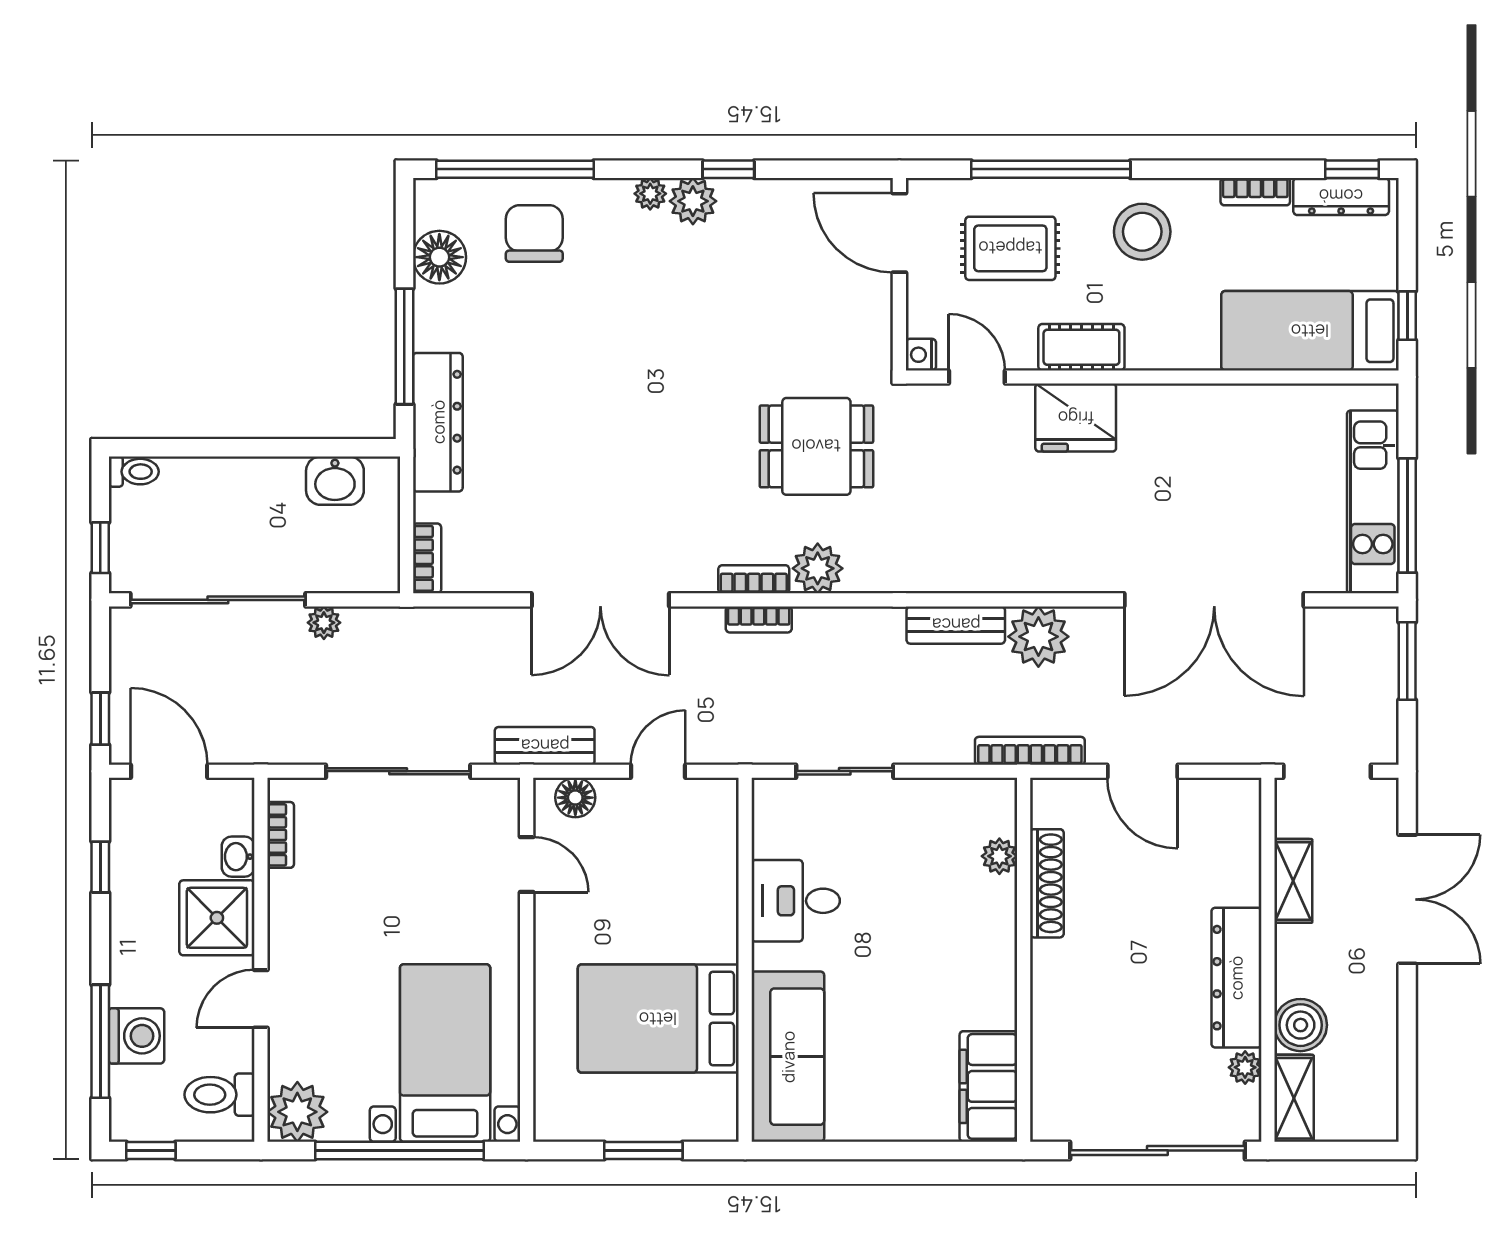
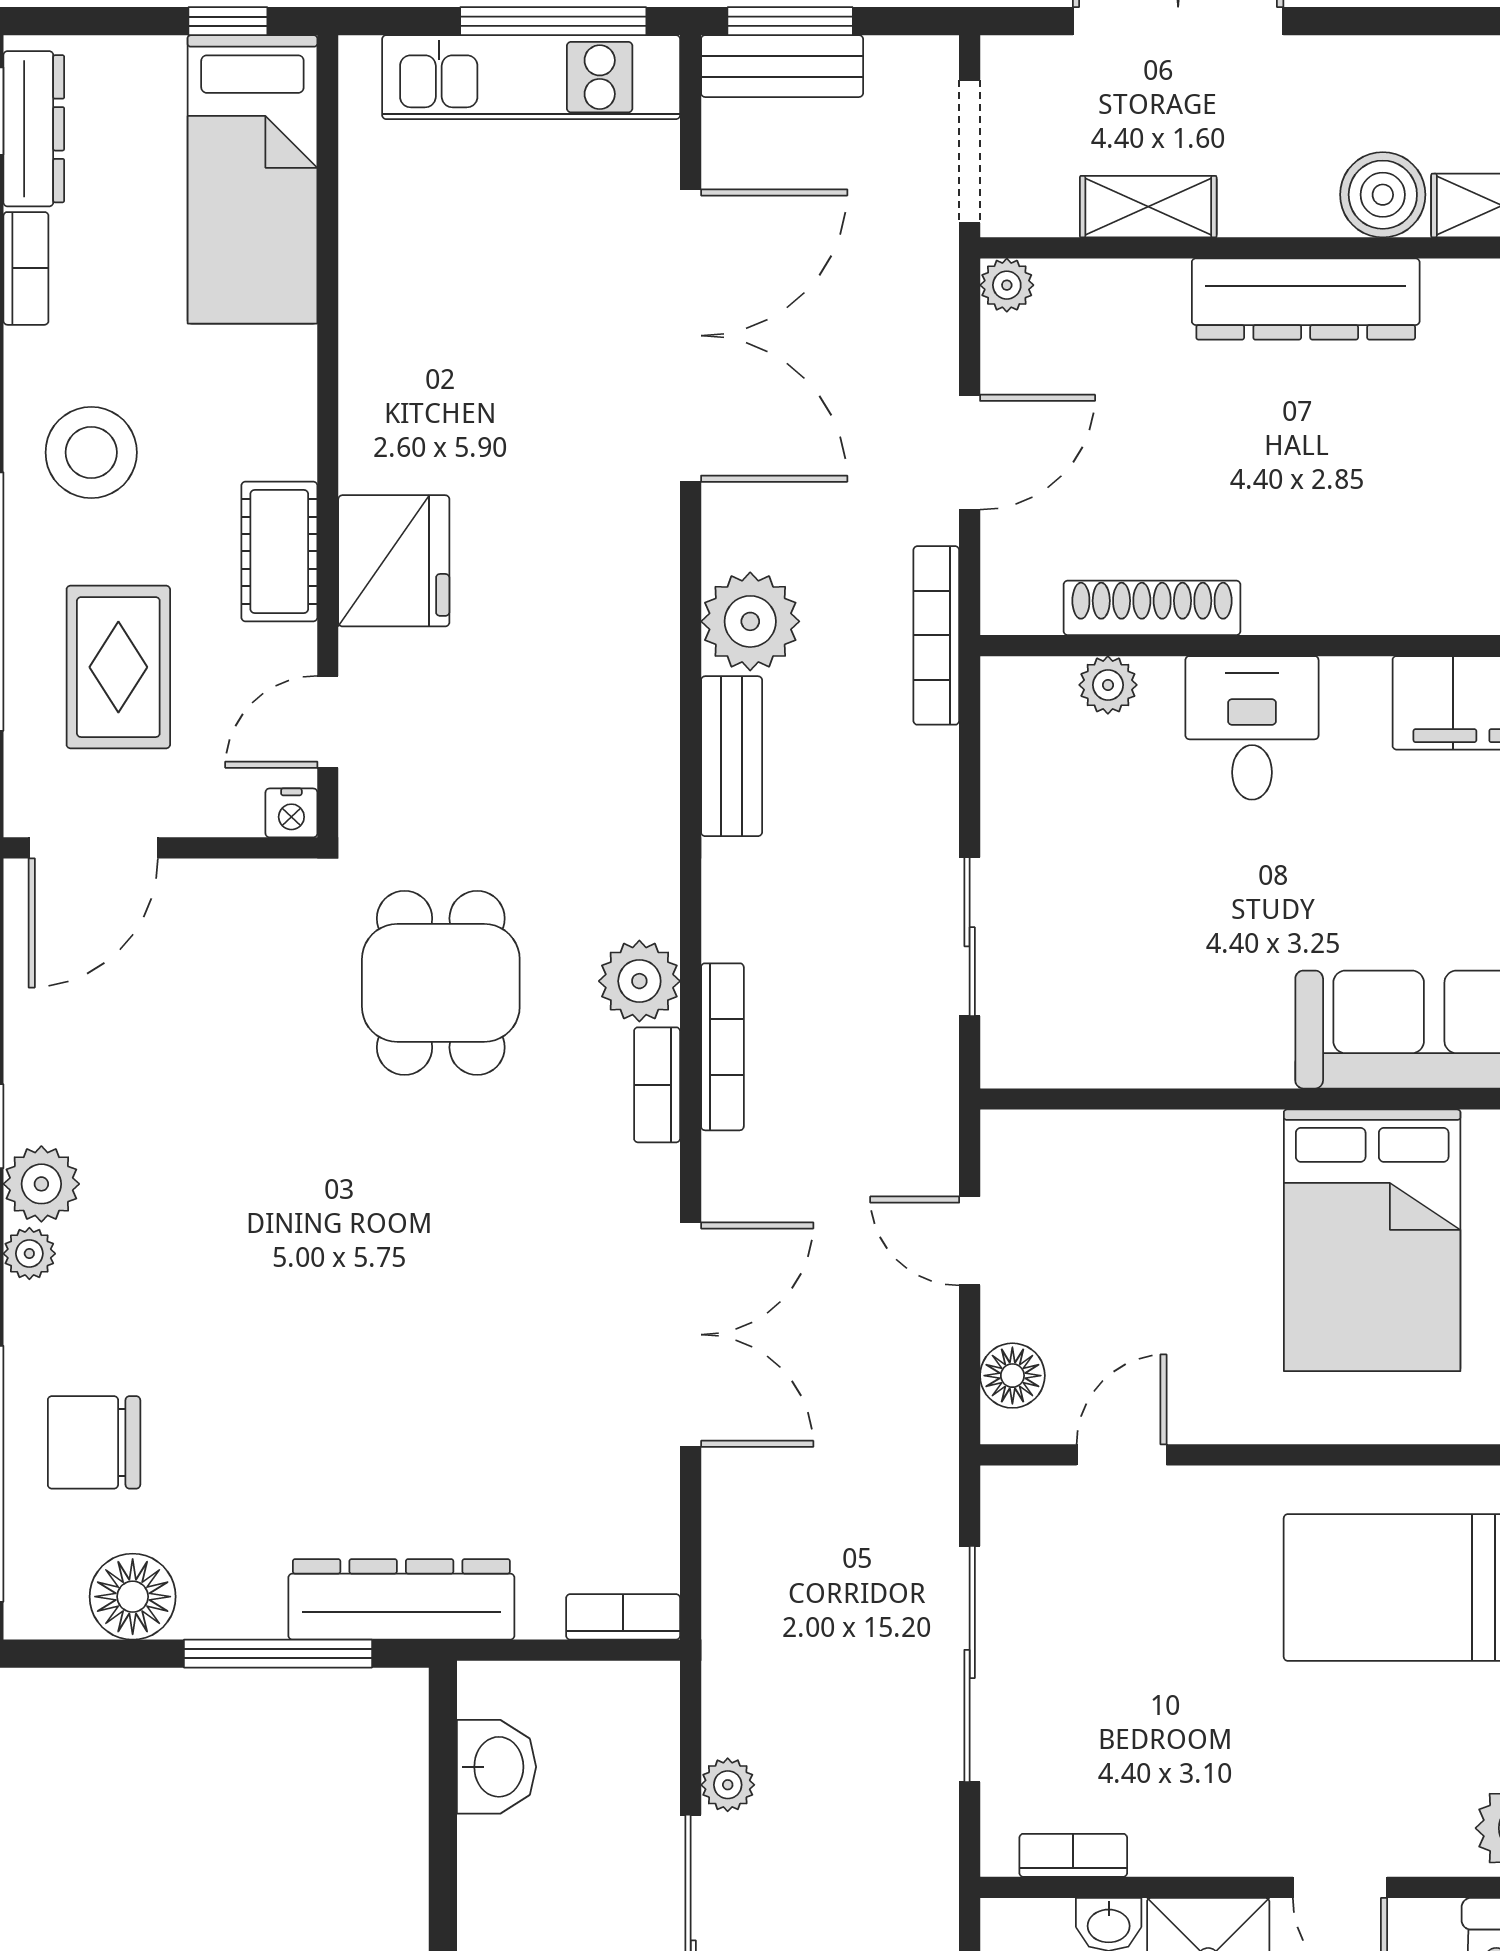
bookcase: (759, 619) -> (722, 1047), width x1.56
bench: (545, 746) -> (782, 66), moved, turned 90
desk: (796, 901) -> (1252, 728), moved, turned 180
plant: (1245, 1067) -> (1007, 285), moved

